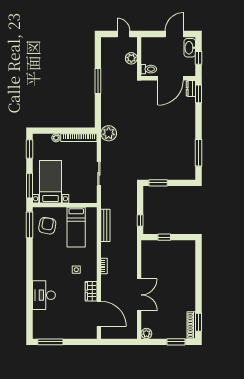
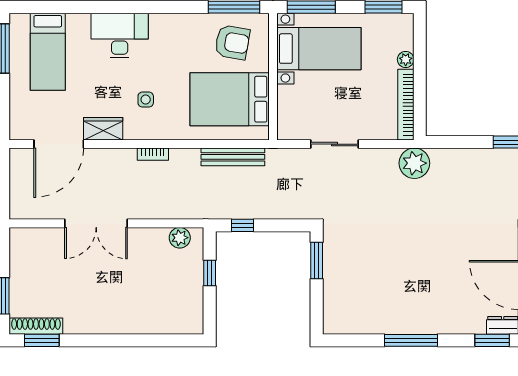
window: (199, 153) -> (411, 340), moved
bed: (76, 227) -> (230, 99), width x1.50
desk: (44, 295) -> (120, 36), moved
bed: (52, 319) -> (48, 52), added
plant: (146, 334) -> (180, 238), moved

